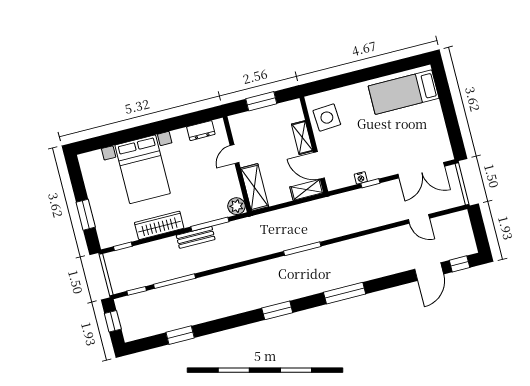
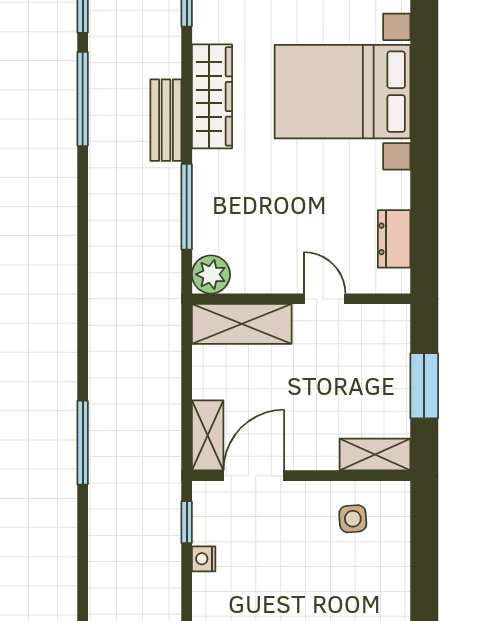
side table: (327, 118) -> (353, 519), width x0.54, depth x0.54
shelving: (302, 138) -> (375, 454), moved
window: (370, 183) -> (187, 522), moved
bench: (196, 237) -> (166, 120), moved
window: (302, 249) -> (83, 443), moved

